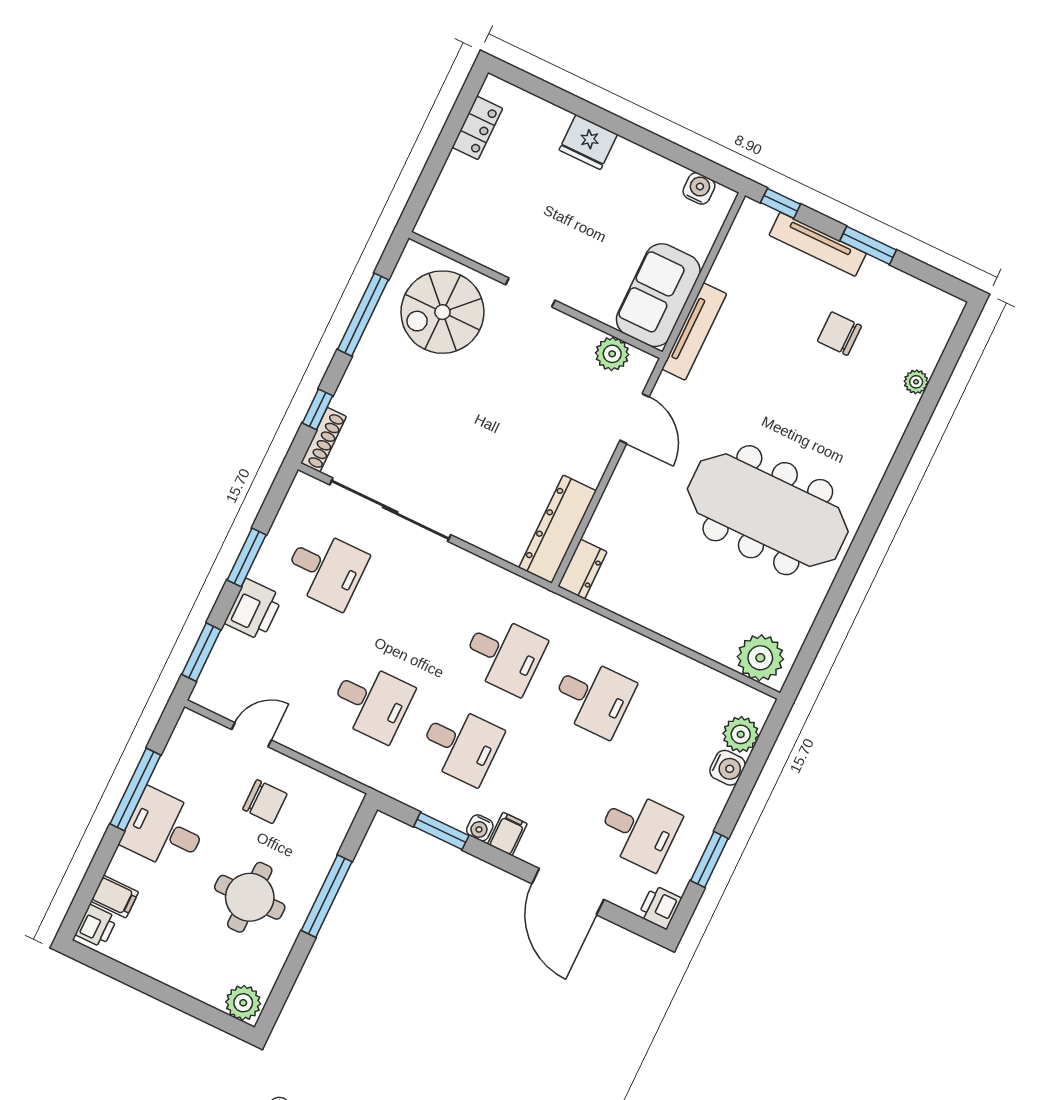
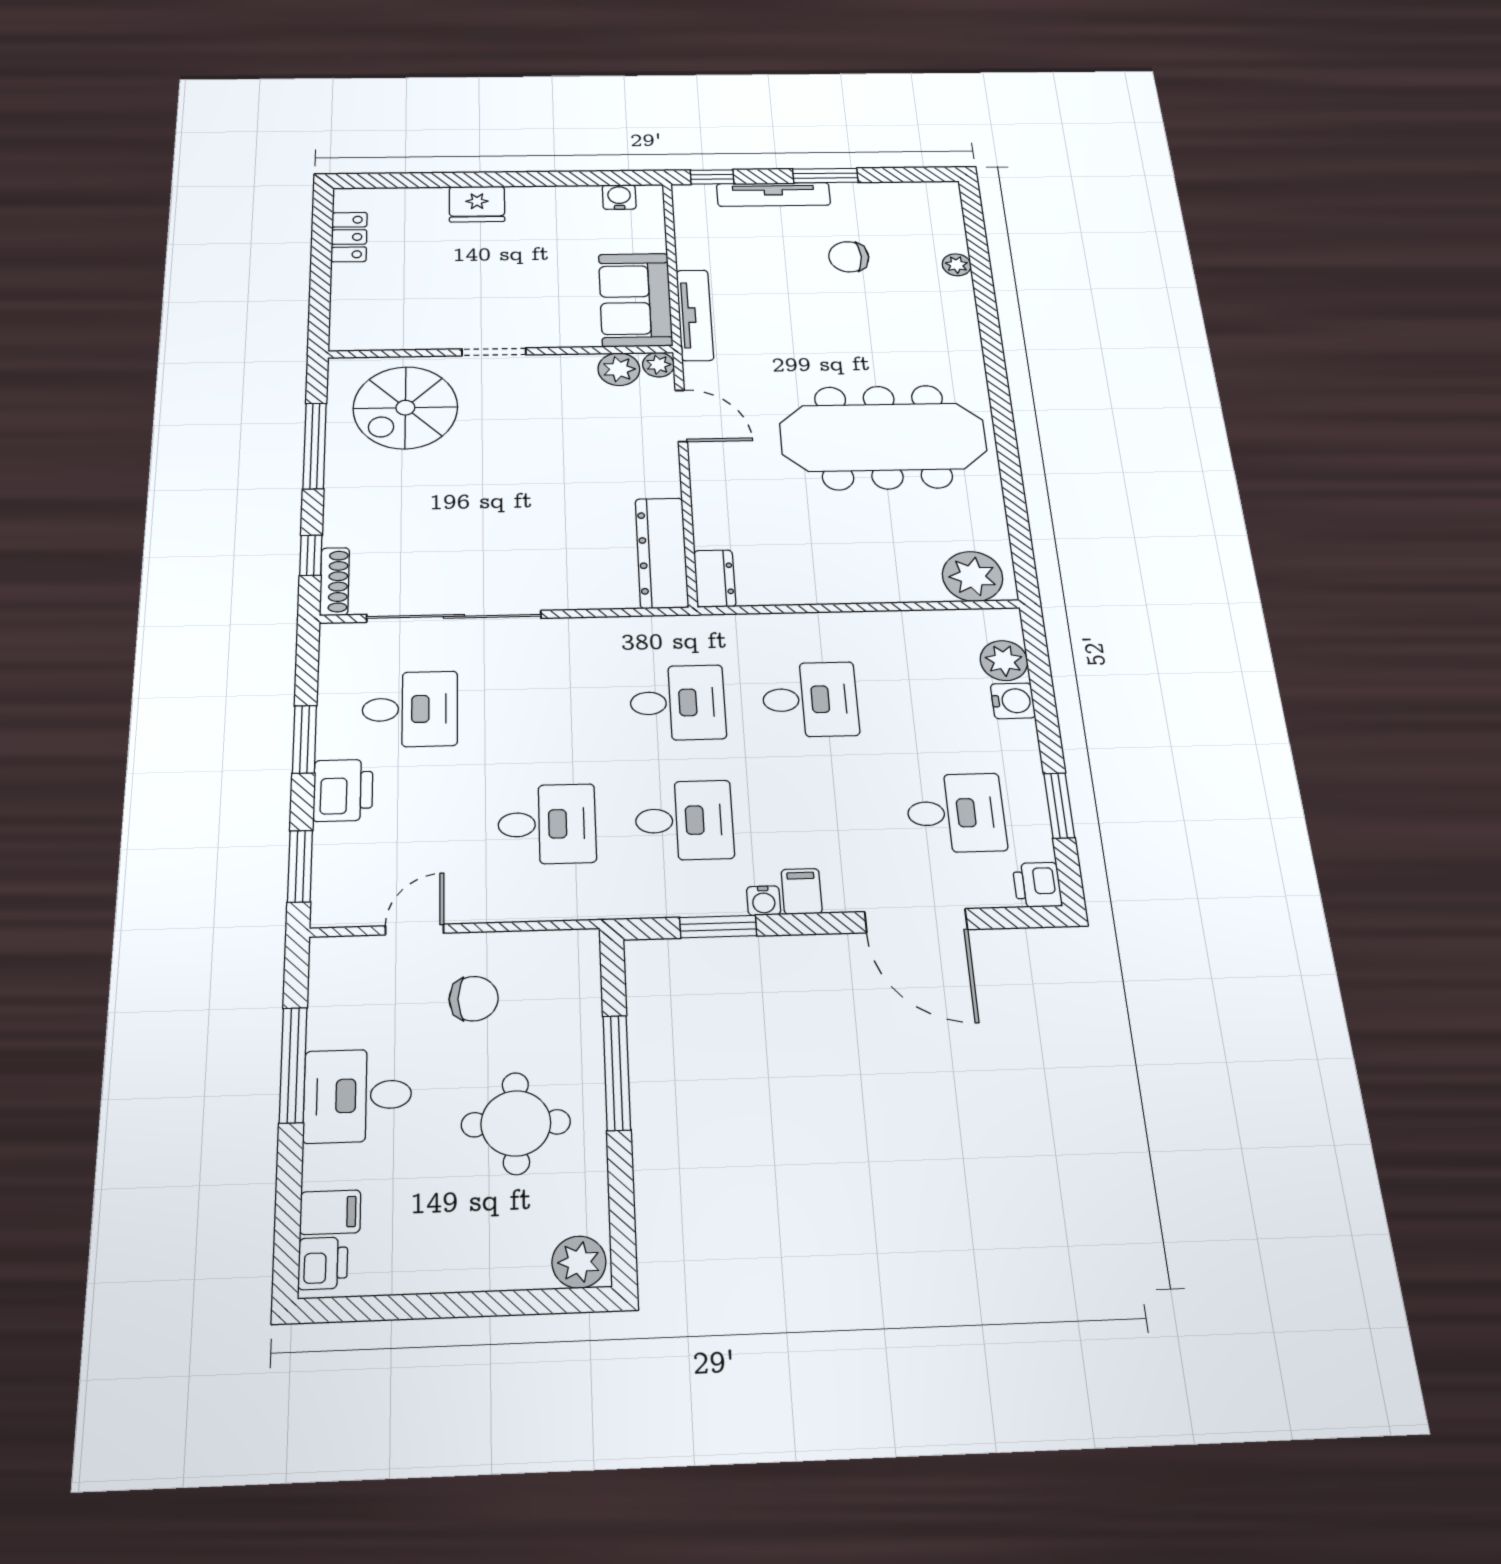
plant: (643, 364) -> (658, 365), added

